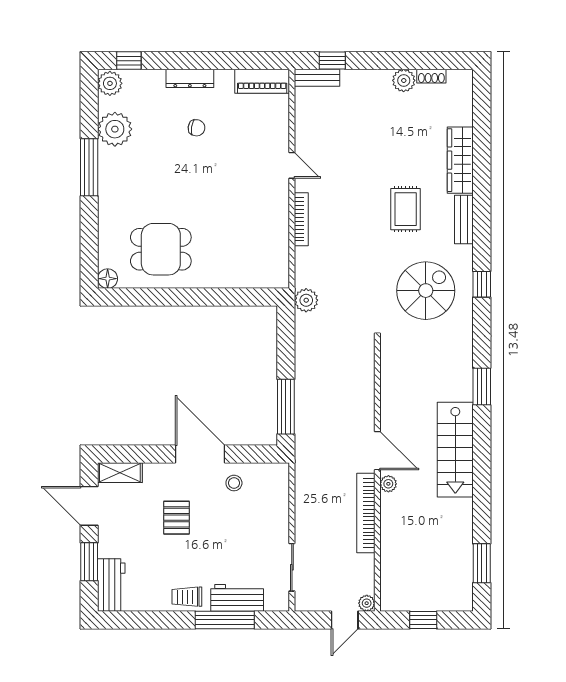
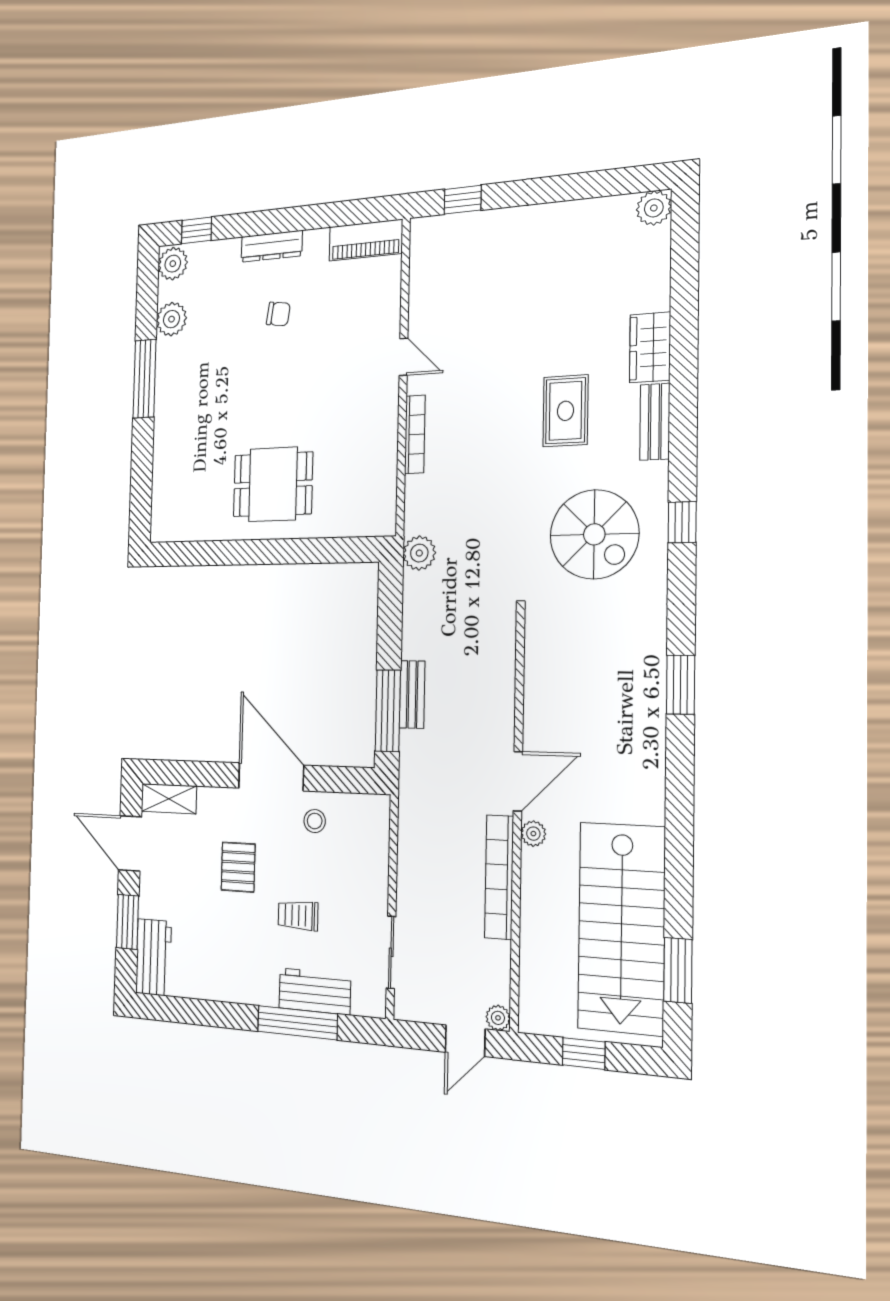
shoe rack: (431, 76) -> (607, 206), removed
bench: (317, 78) -> (412, 694), moved, turned 90
plant: (404, 80) -> (654, 208), moved
plant: (115, 129) -> (172, 319), width x0.73, depth x0.73
wardrobe: (460, 160) -> (650, 347), width x0.67
dining table: (161, 249) -> (273, 484), moved
floor lamp: (108, 279) -> (162, 529), removed
spiral stairs: (426, 291) -> (594, 534), turned 90
stairs: (455, 450) -> (621, 928), moved, width x1.36, depth x1.51
door: (377, 451) -> (518, 781), hinge flipped
trolley: (187, 597) -> (298, 915), moved

